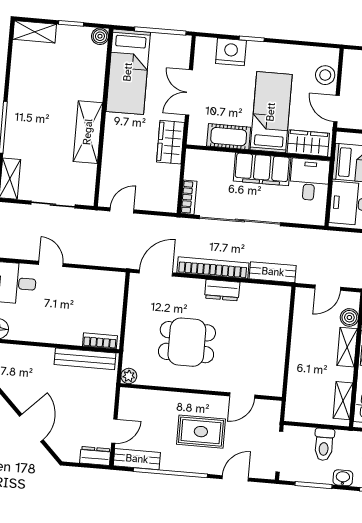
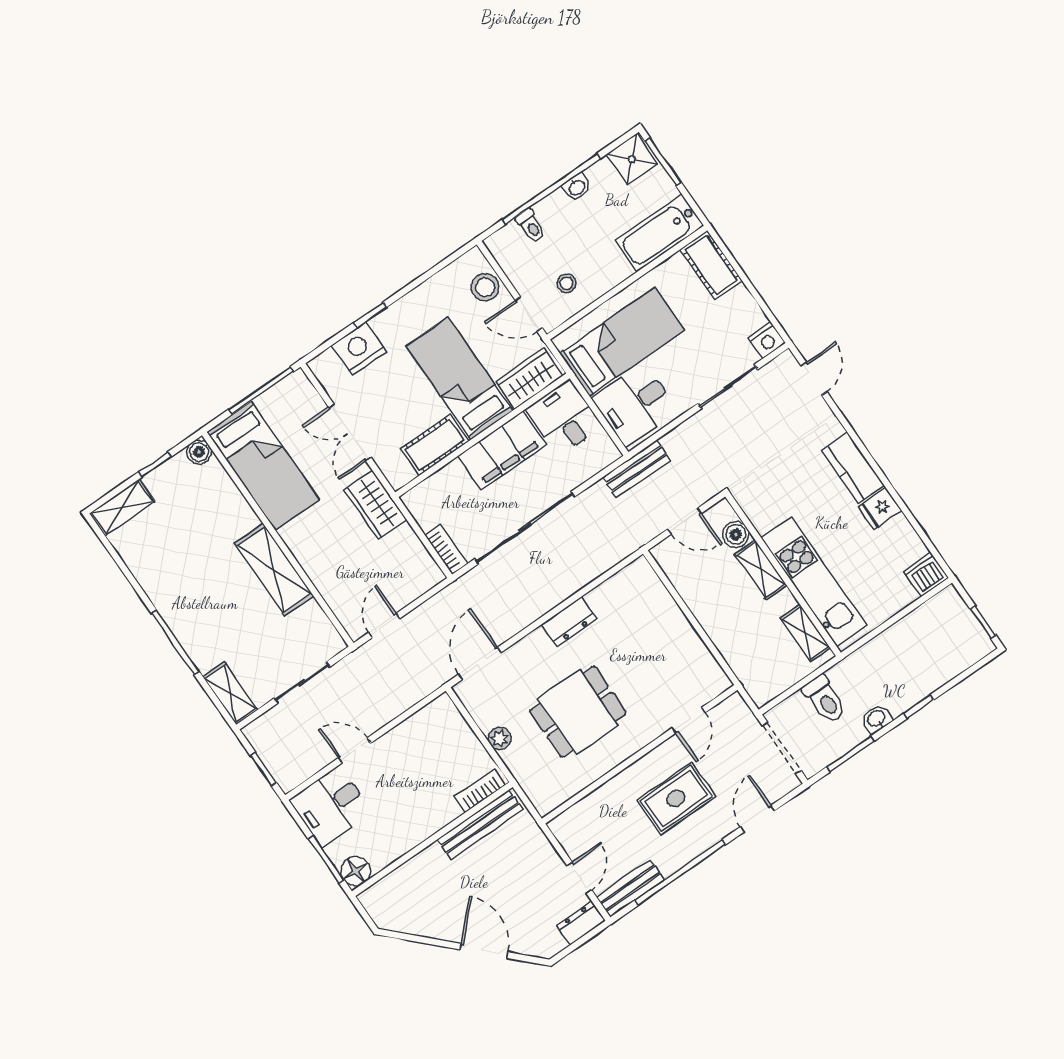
bookcase: (213, 268) -> (538, 605), removed
bench: (273, 272) -> (637, 469), moved
door: (328, 288) -> (684, 521), hinge flipped
plant: (129, 376) -> (500, 739), moved

